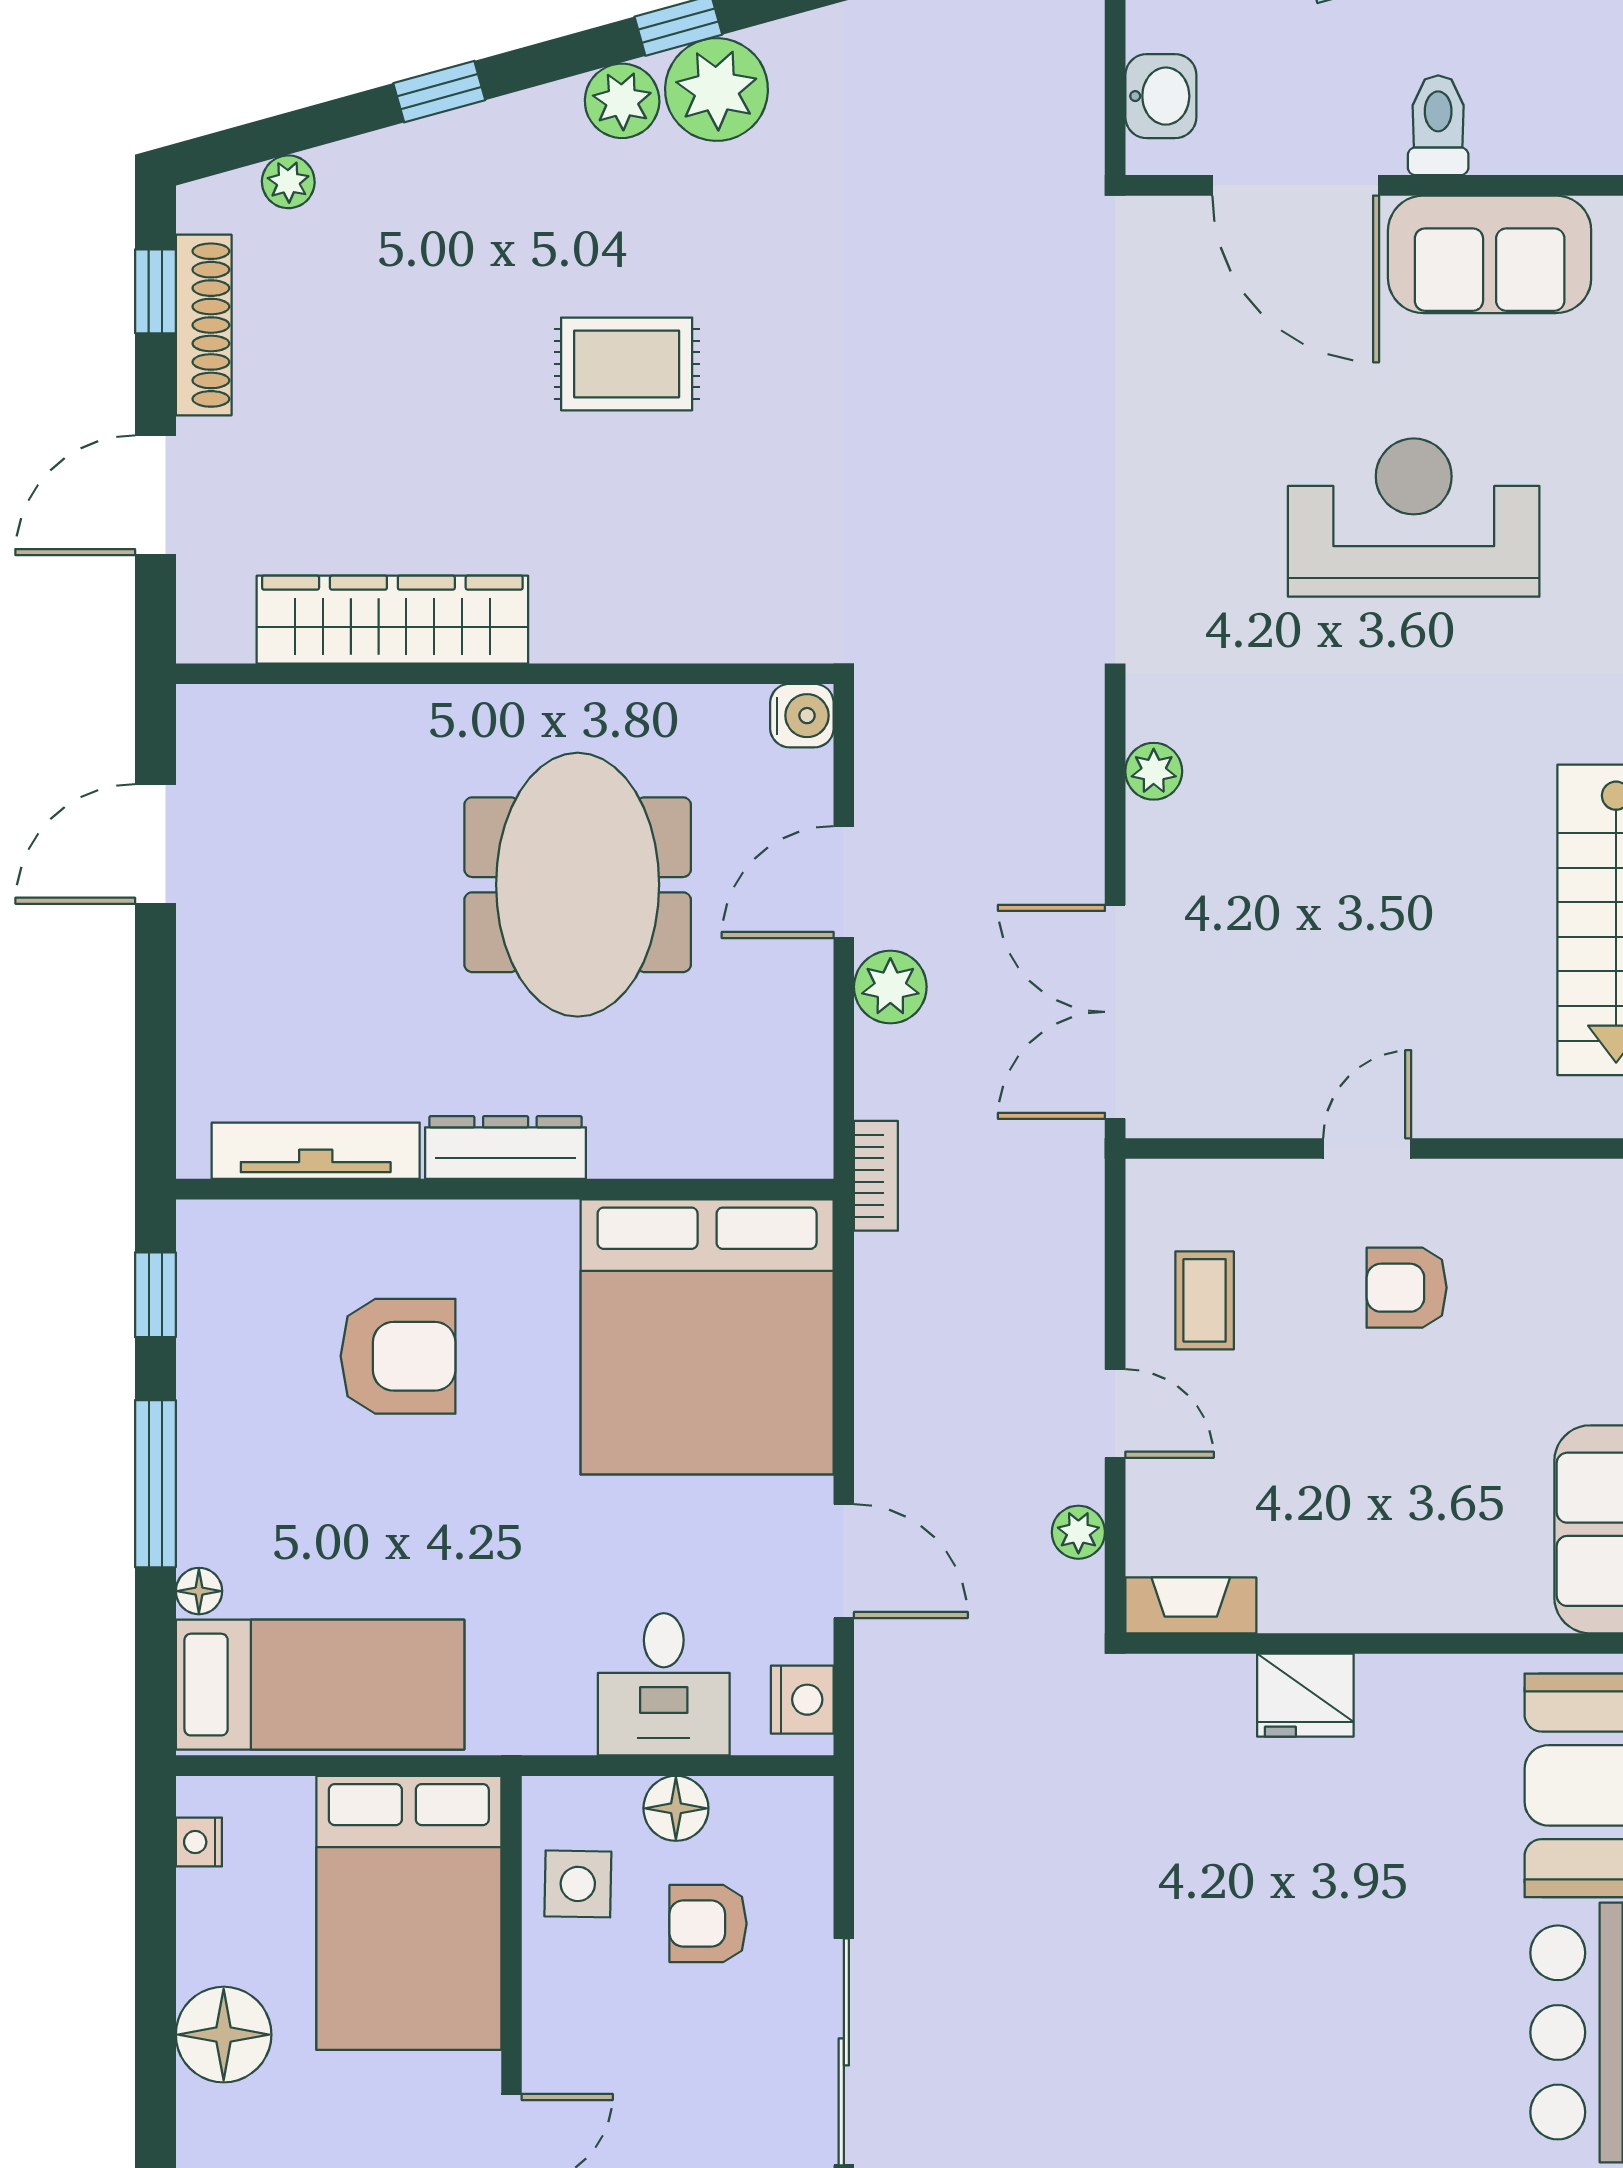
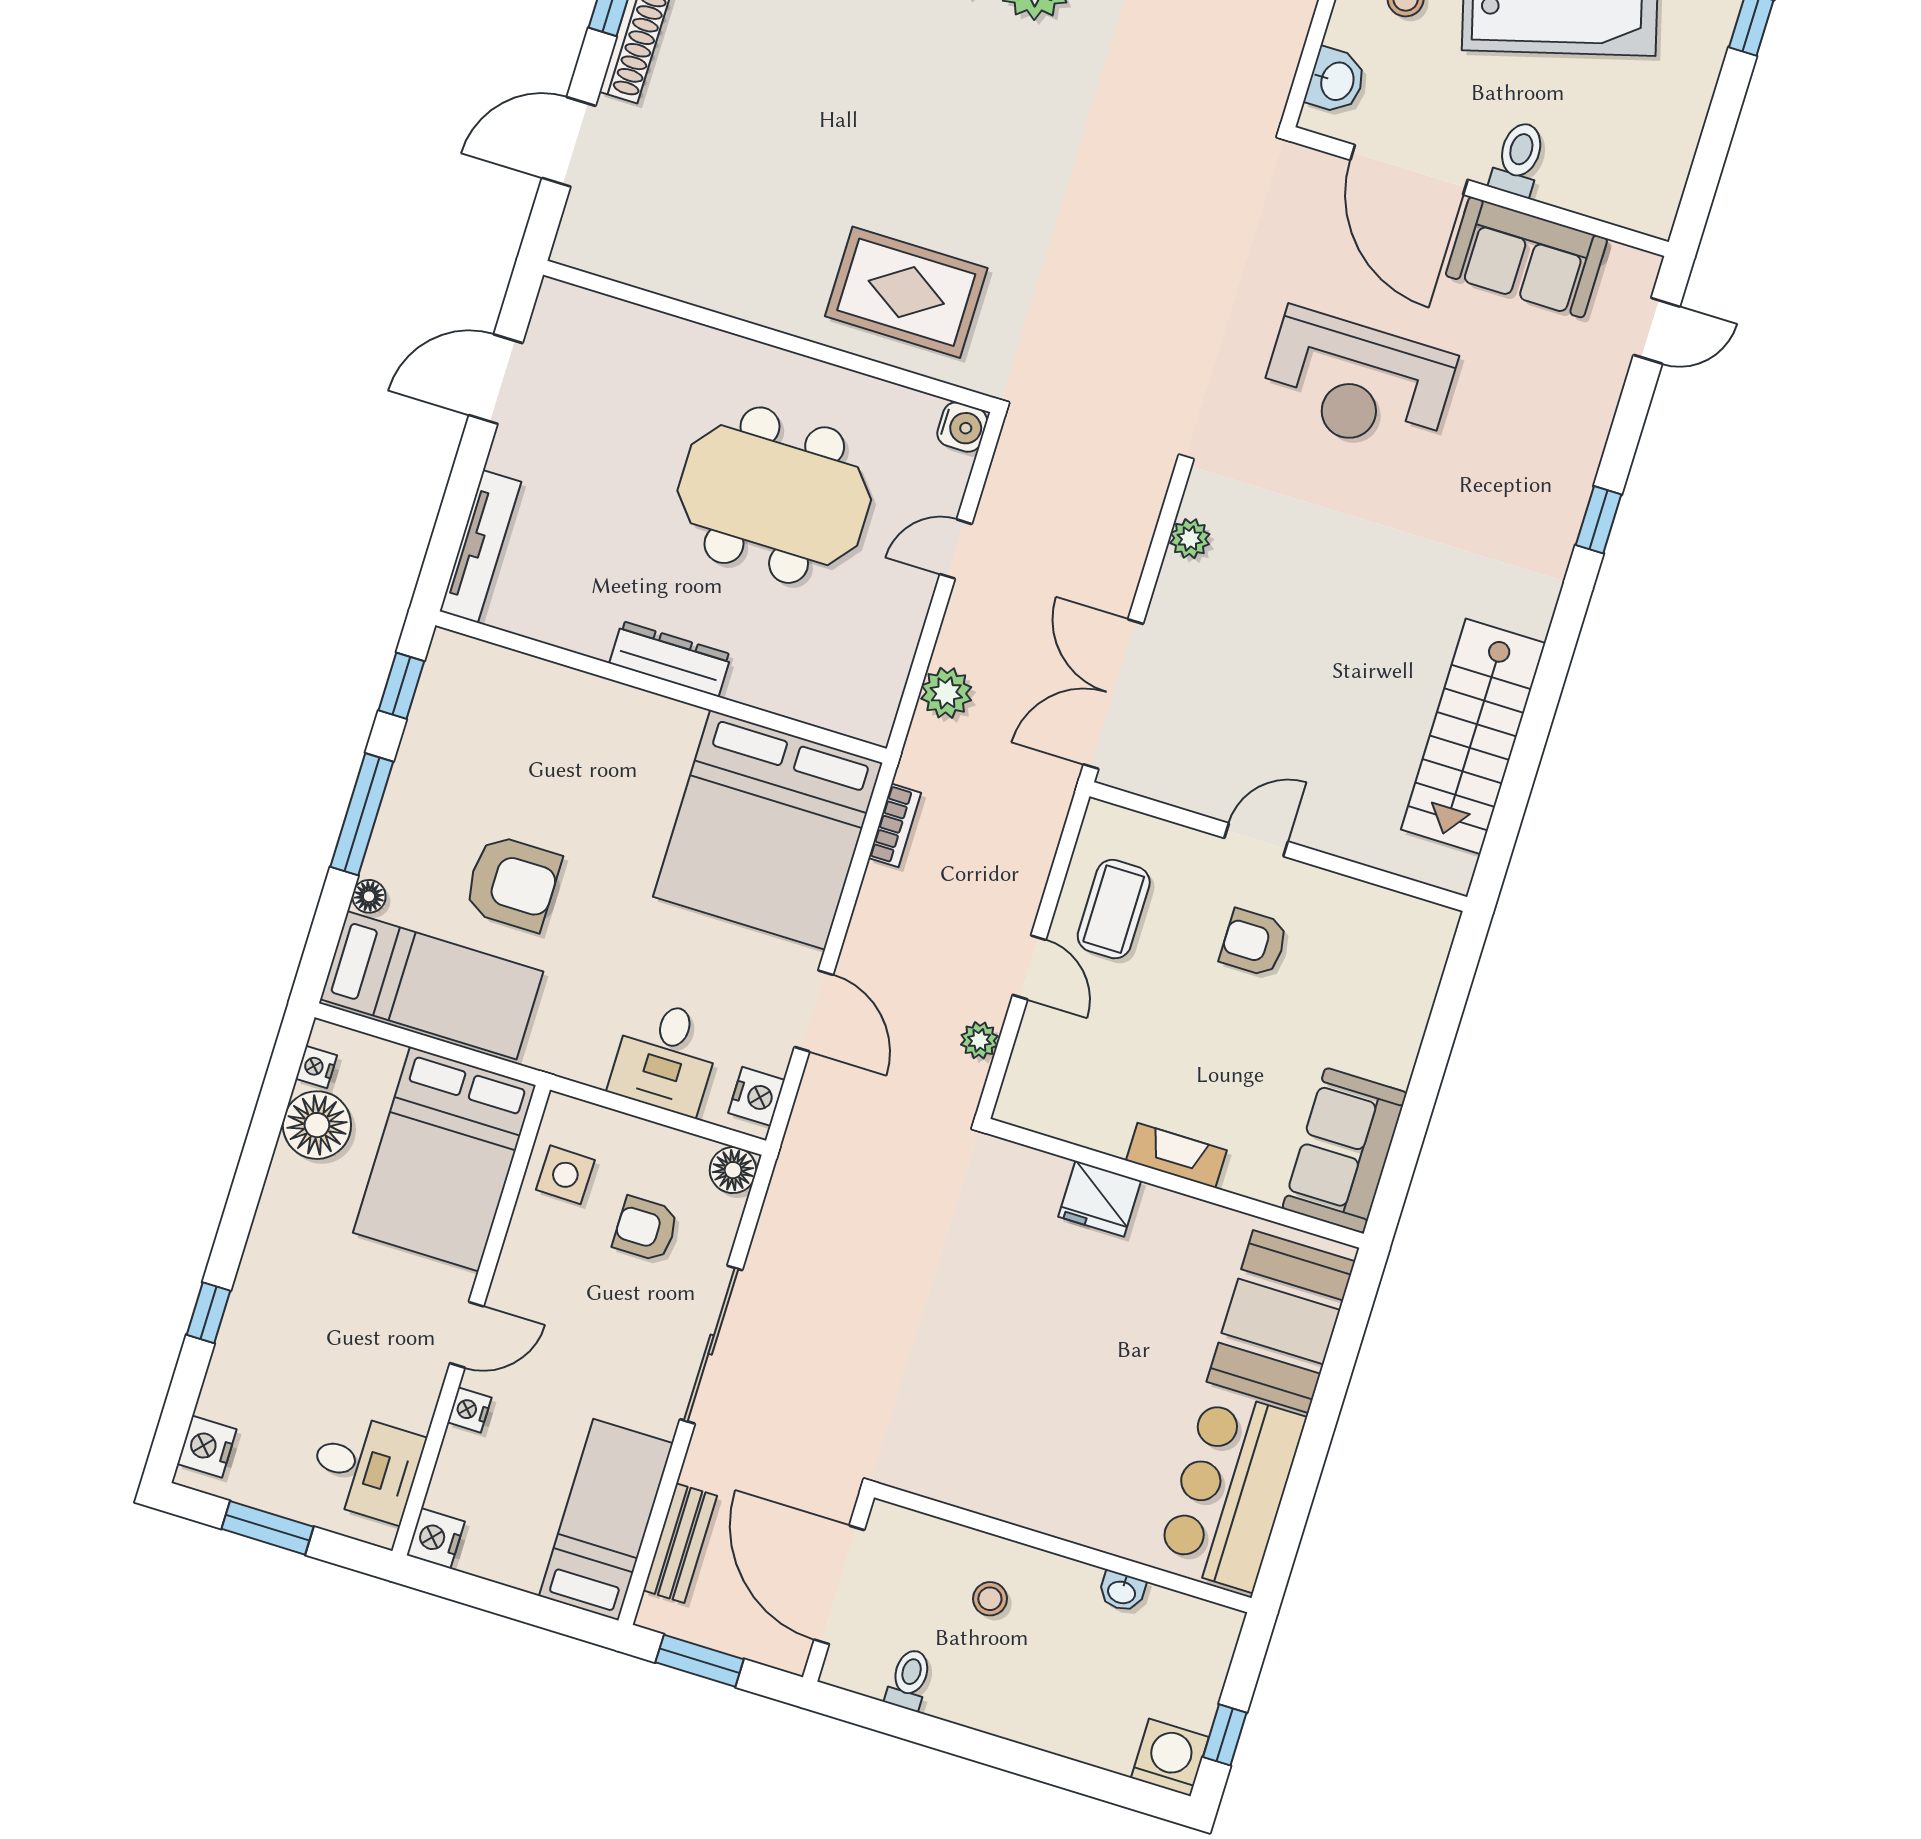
rug: (627, 364) -> (906, 292), moved, width x1.36, depth x1.43
reception desk: (1414, 518) -> (1357, 383), moved, turned 180
wardrobe: (392, 620) -> (704, 276), removed
door: (844, 882) -> (956, 549), width x0.73
meeting table: (578, 885) -> (774, 495), turned 90
plant: (890, 987) -> (946, 693), moved
tv unit: (316, 1151) -> (480, 546), moved, turned 90
bookcase: (876, 1176) -> (895, 825), moved
coffee table: (1205, 1300) -> (1114, 909), width x1.36, depth x1.30
armchair: (398, 1356) -> (512, 883), moved
fireplace: (1191, 1605) -> (1176, 1155), moved
floor lamp: (676, 1808) -> (733, 1170), moved
floor lamp: (224, 2035) -> (317, 1125), moved

